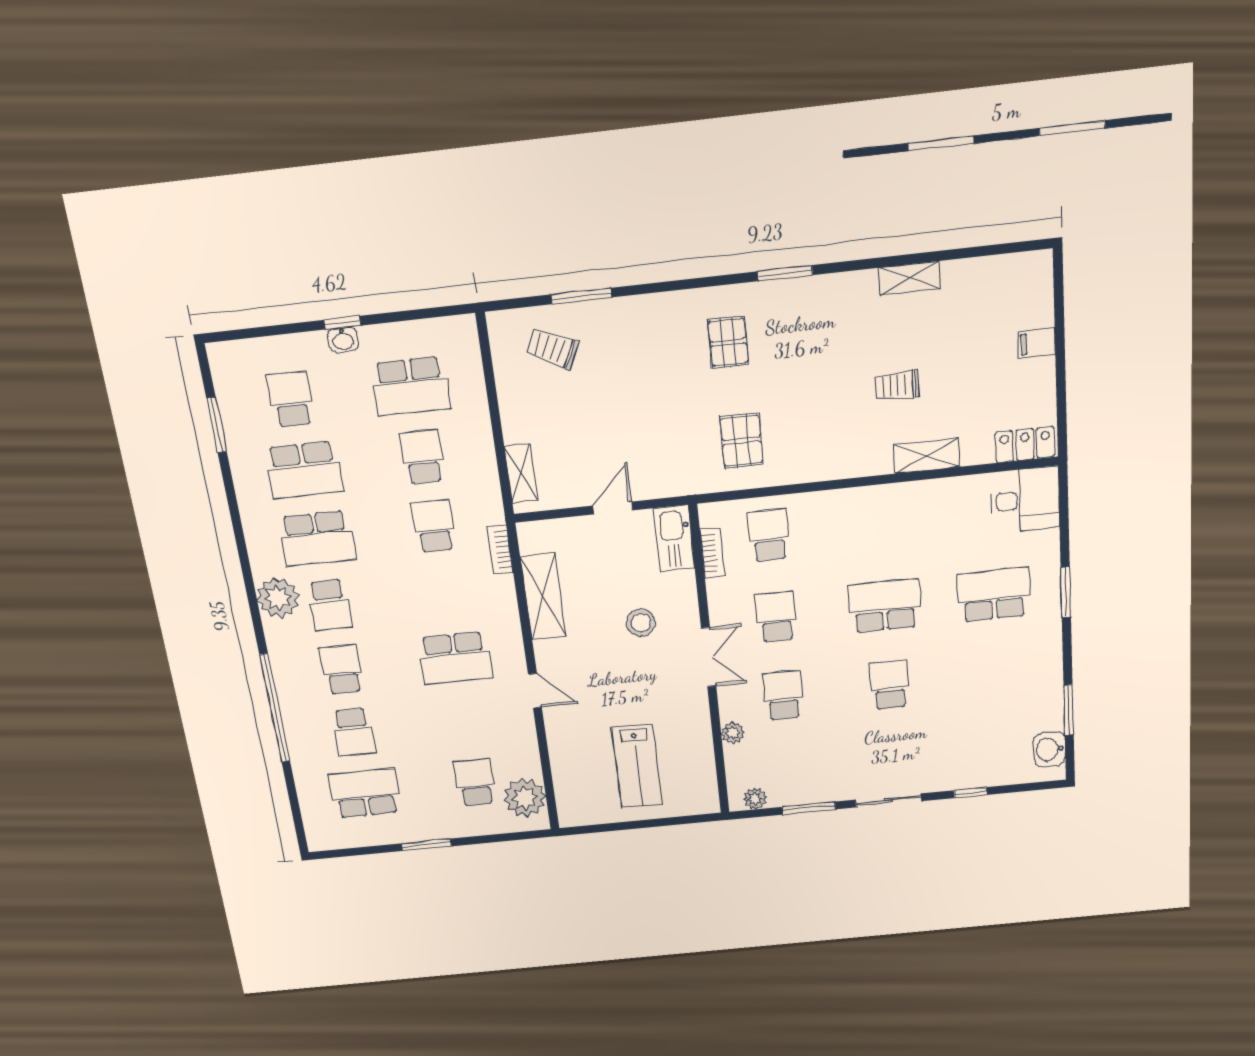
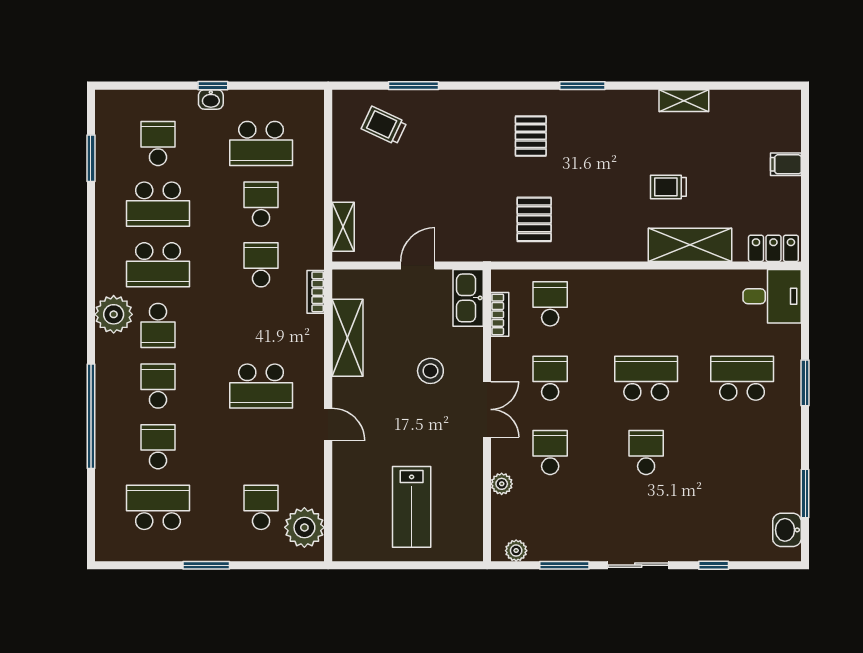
shelving: (927, 456) -> (690, 245), width x1.50, depth x1.33
school desk: (353, 732) -> (158, 447), turned 180

